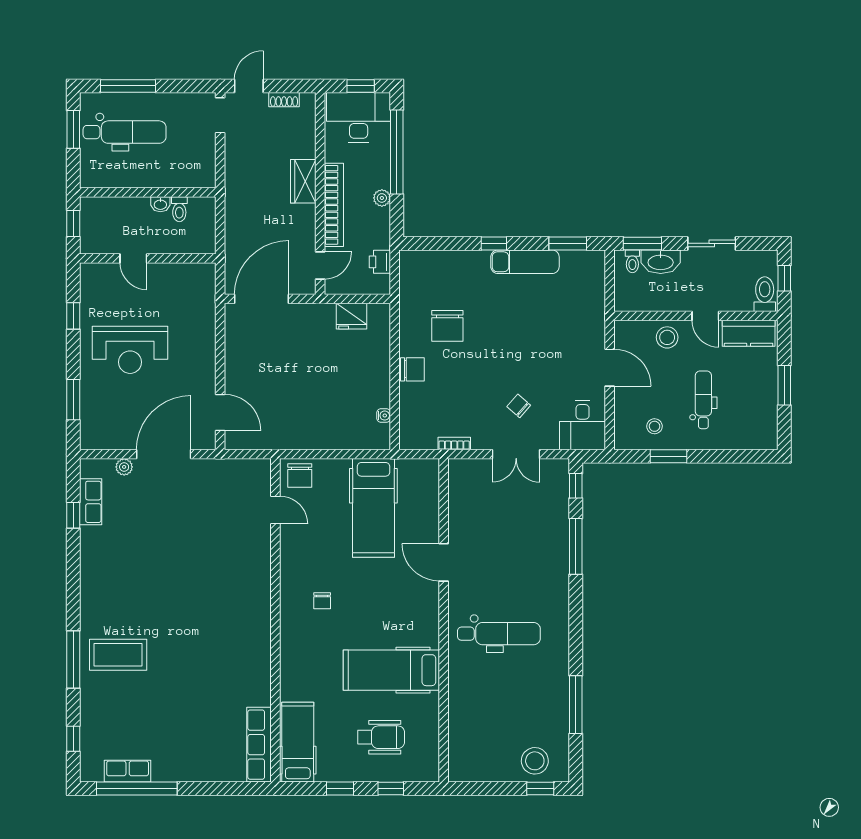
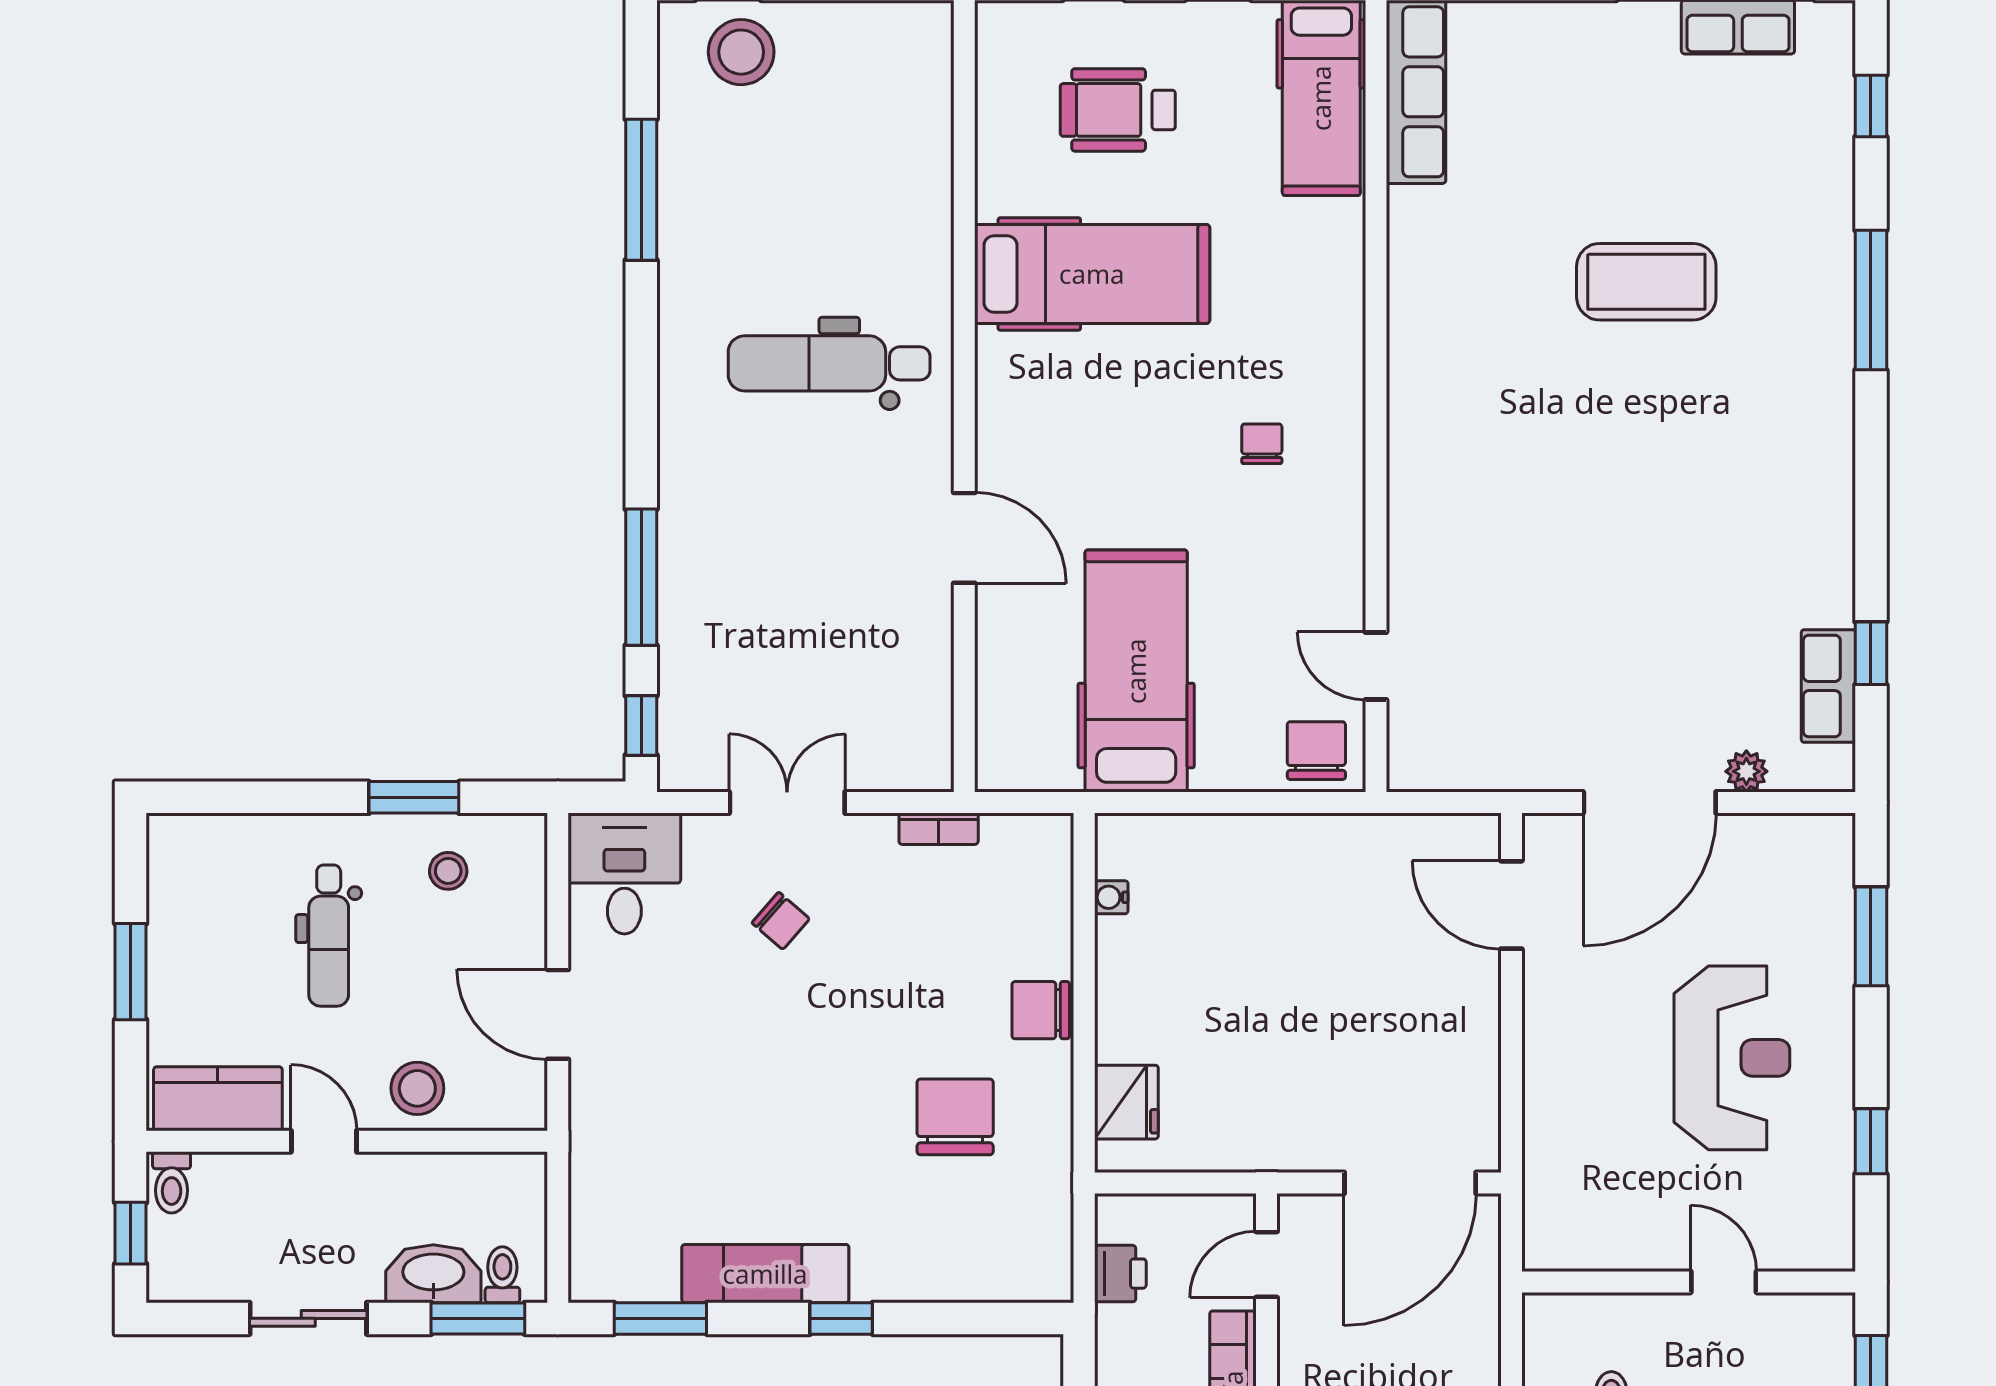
toilet: (765, 294) -> (172, 1182), width x0.73, depth x0.72
fridge: (352, 316) -> (1126, 1102), moved, turned 90
reception desk: (130, 350) -> (1732, 1058), turned 90
coffee table: (118, 655) -> (1646, 282), moved

